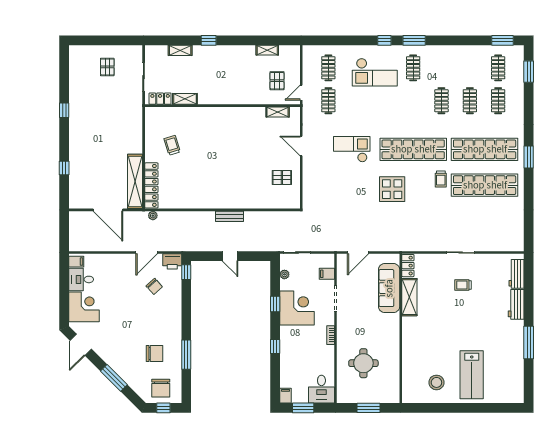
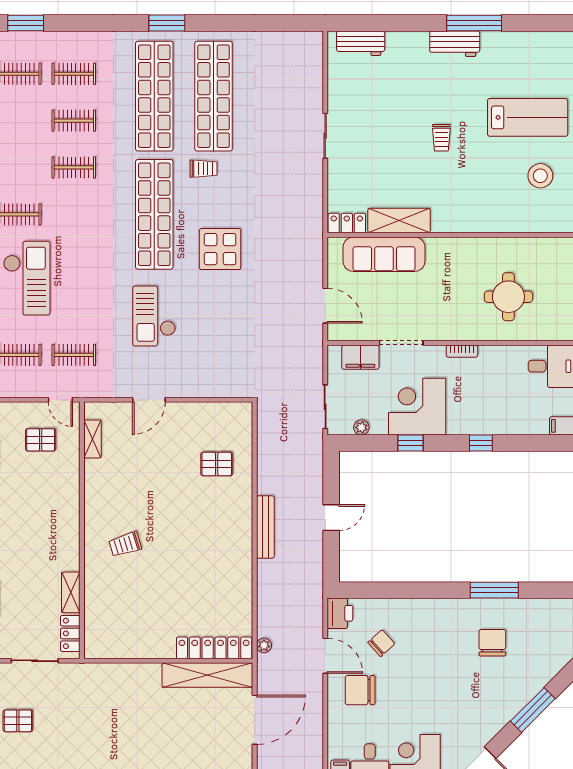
trolley: (172, 145) -> (125, 544), moved
pallet: (282, 178) -> (217, 464), moved, turned 90
bench: (229, 216) -> (265, 527), width x1.36
window: (186, 272) -> (358, 590), removed
filing cabinet: (327, 274) -> (360, 357), width x2.00
trolley: (463, 285) -> (441, 138), moved
workbench: (516, 304) -> (455, 44), moved
chair: (161, 388) -> (360, 690), moved, turned 180

